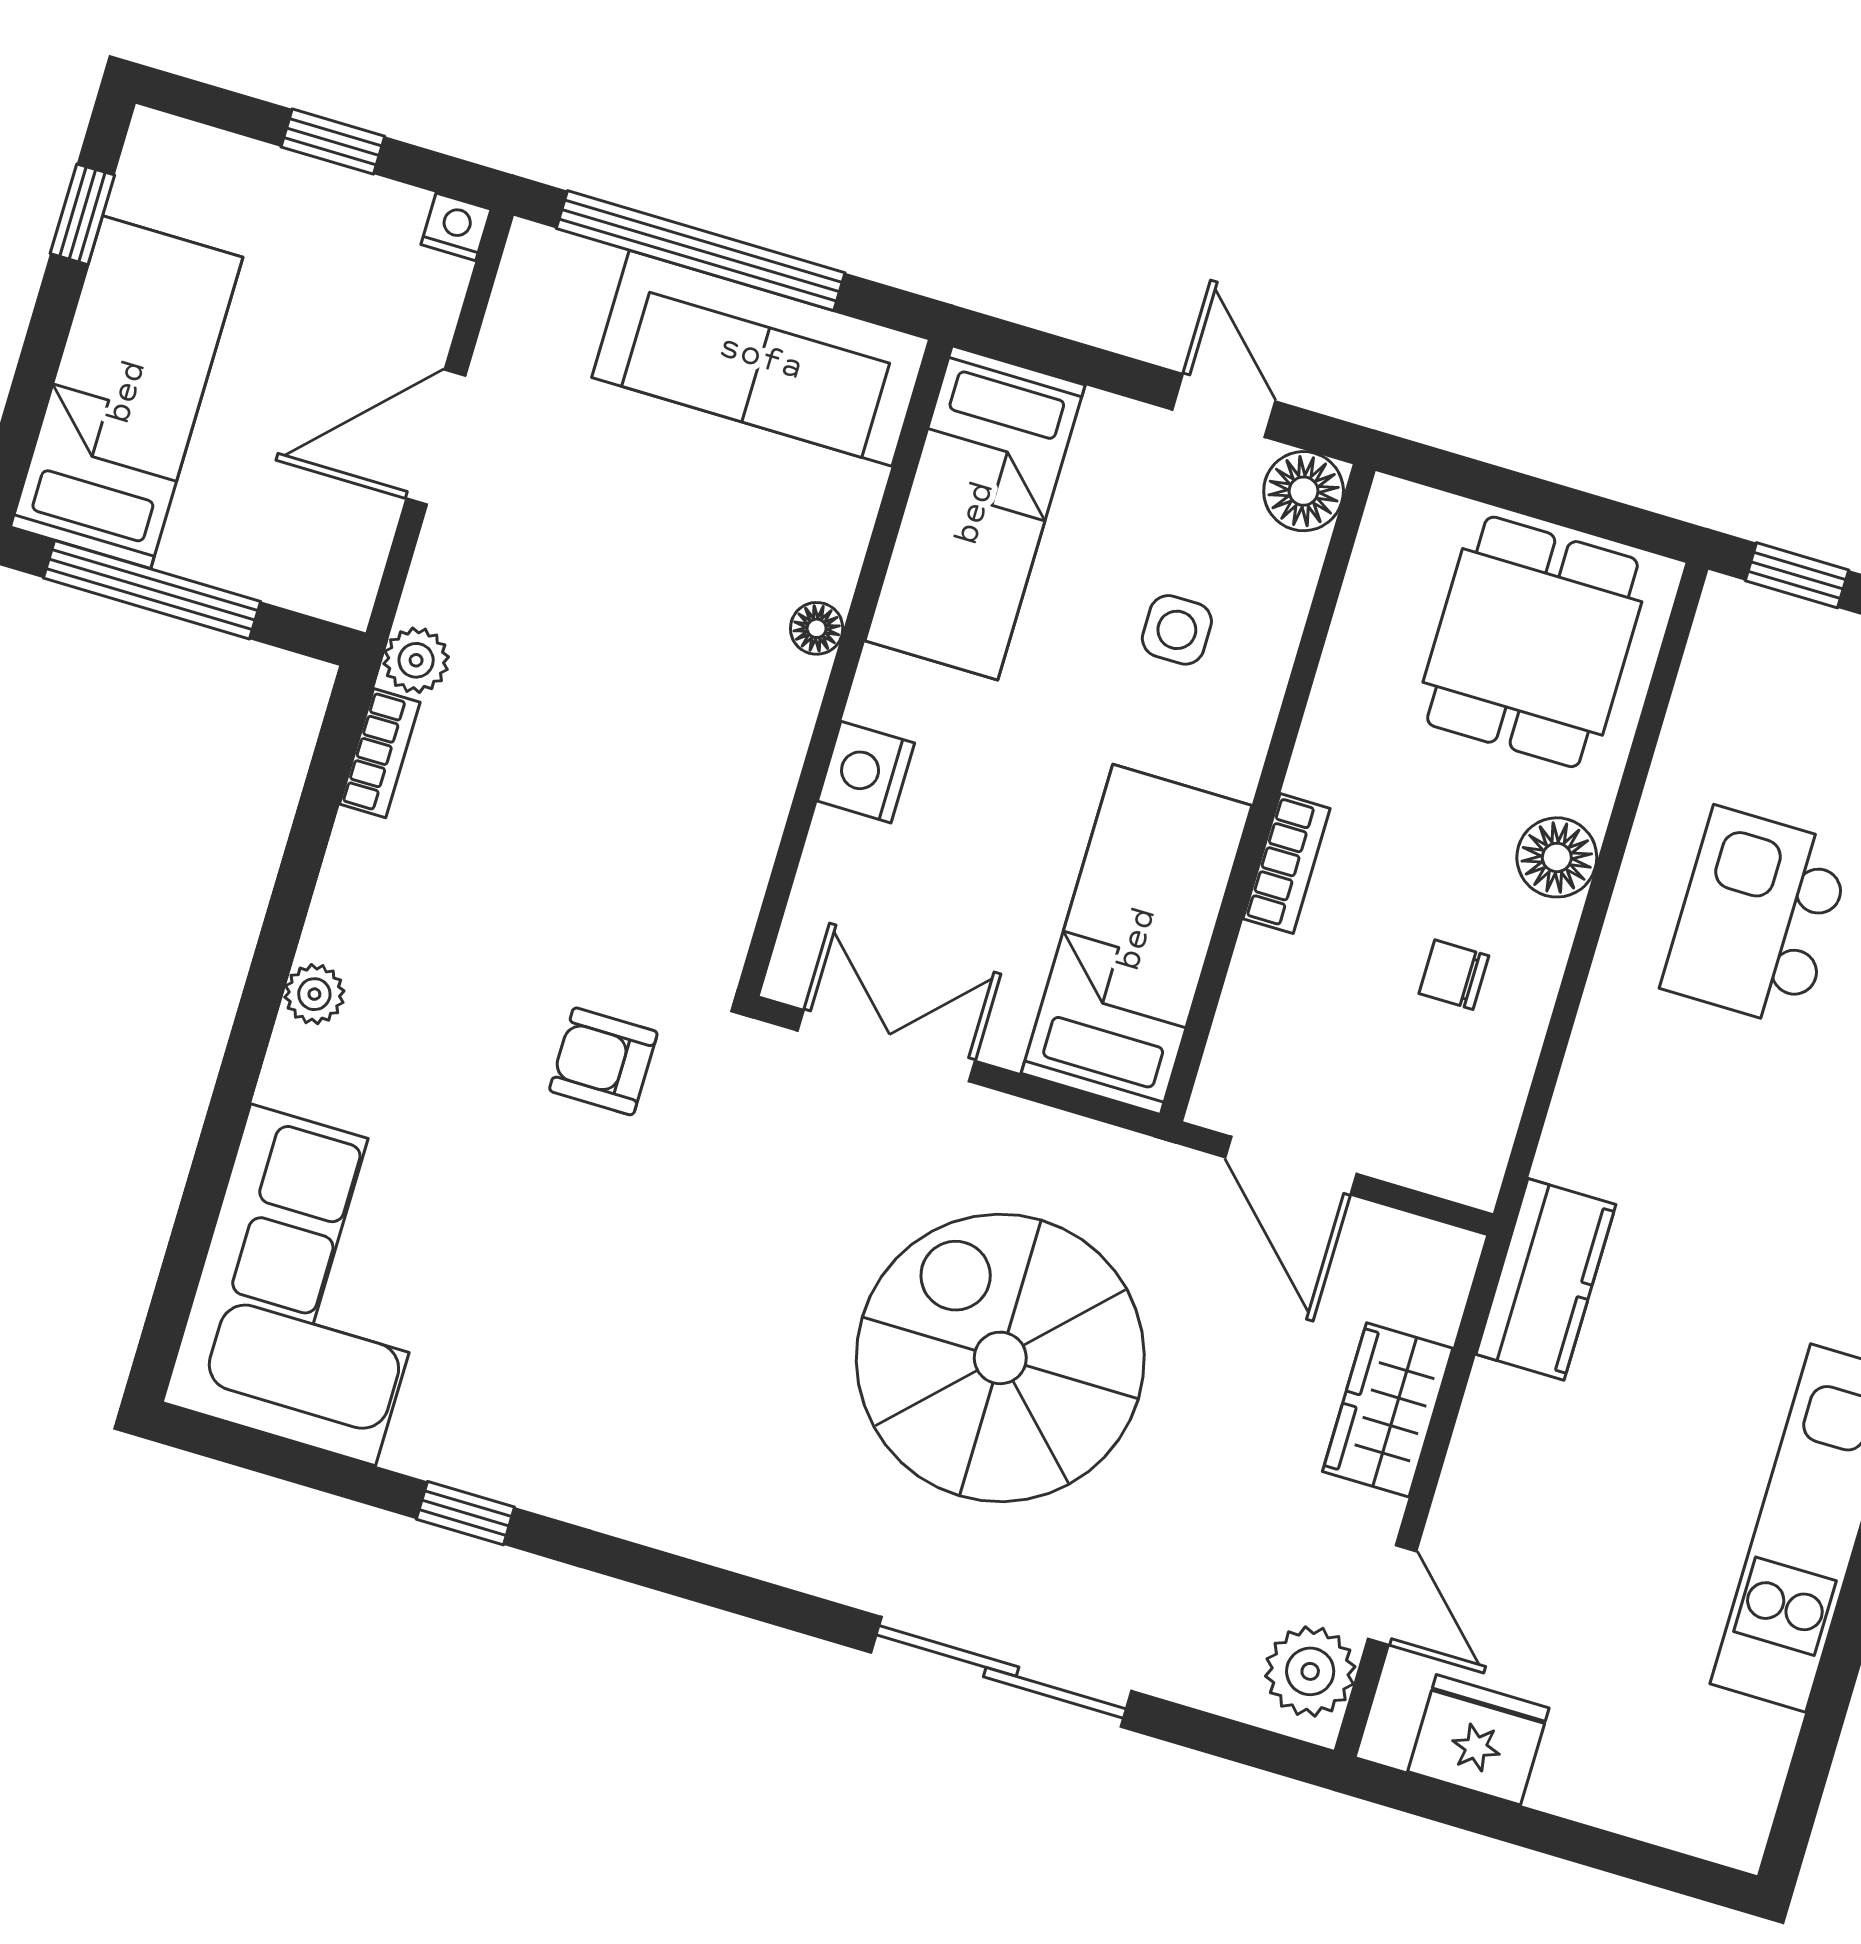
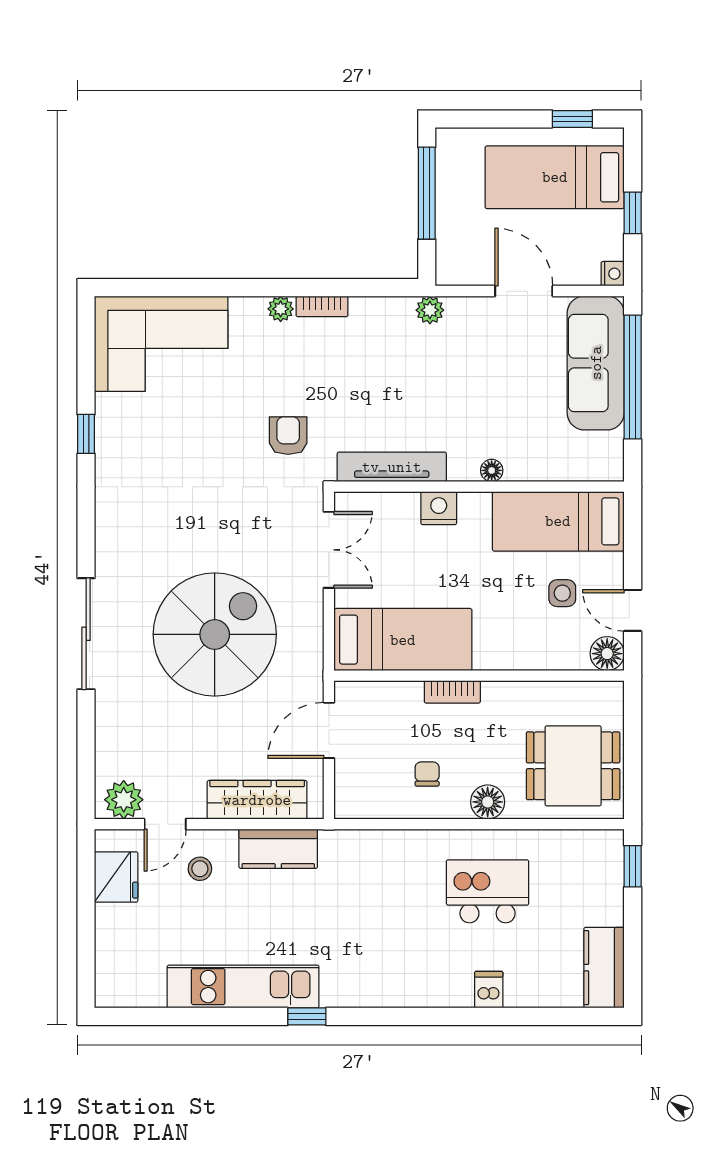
sofa: (761, 358) -> (596, 363), moved
bed: (127, 392) -> (555, 177), moved, turned 180
door: (1224, 406) -> (633, 610), swing flipped
side table: (1177, 630) -> (562, 593), moved
bookcase: (380, 753) -> (322, 306), moved
tv unit: (742, 850) -> (392, 467), added
kitchen counter: (1546, 1279) -> (278, 849), moved
wardrobe: (1388, 1410) -> (257, 800), width x1.50
stool: (1515, 1547) -> (200, 869), added
sliding door: (1001, 1672) -> (86, 634), moved

